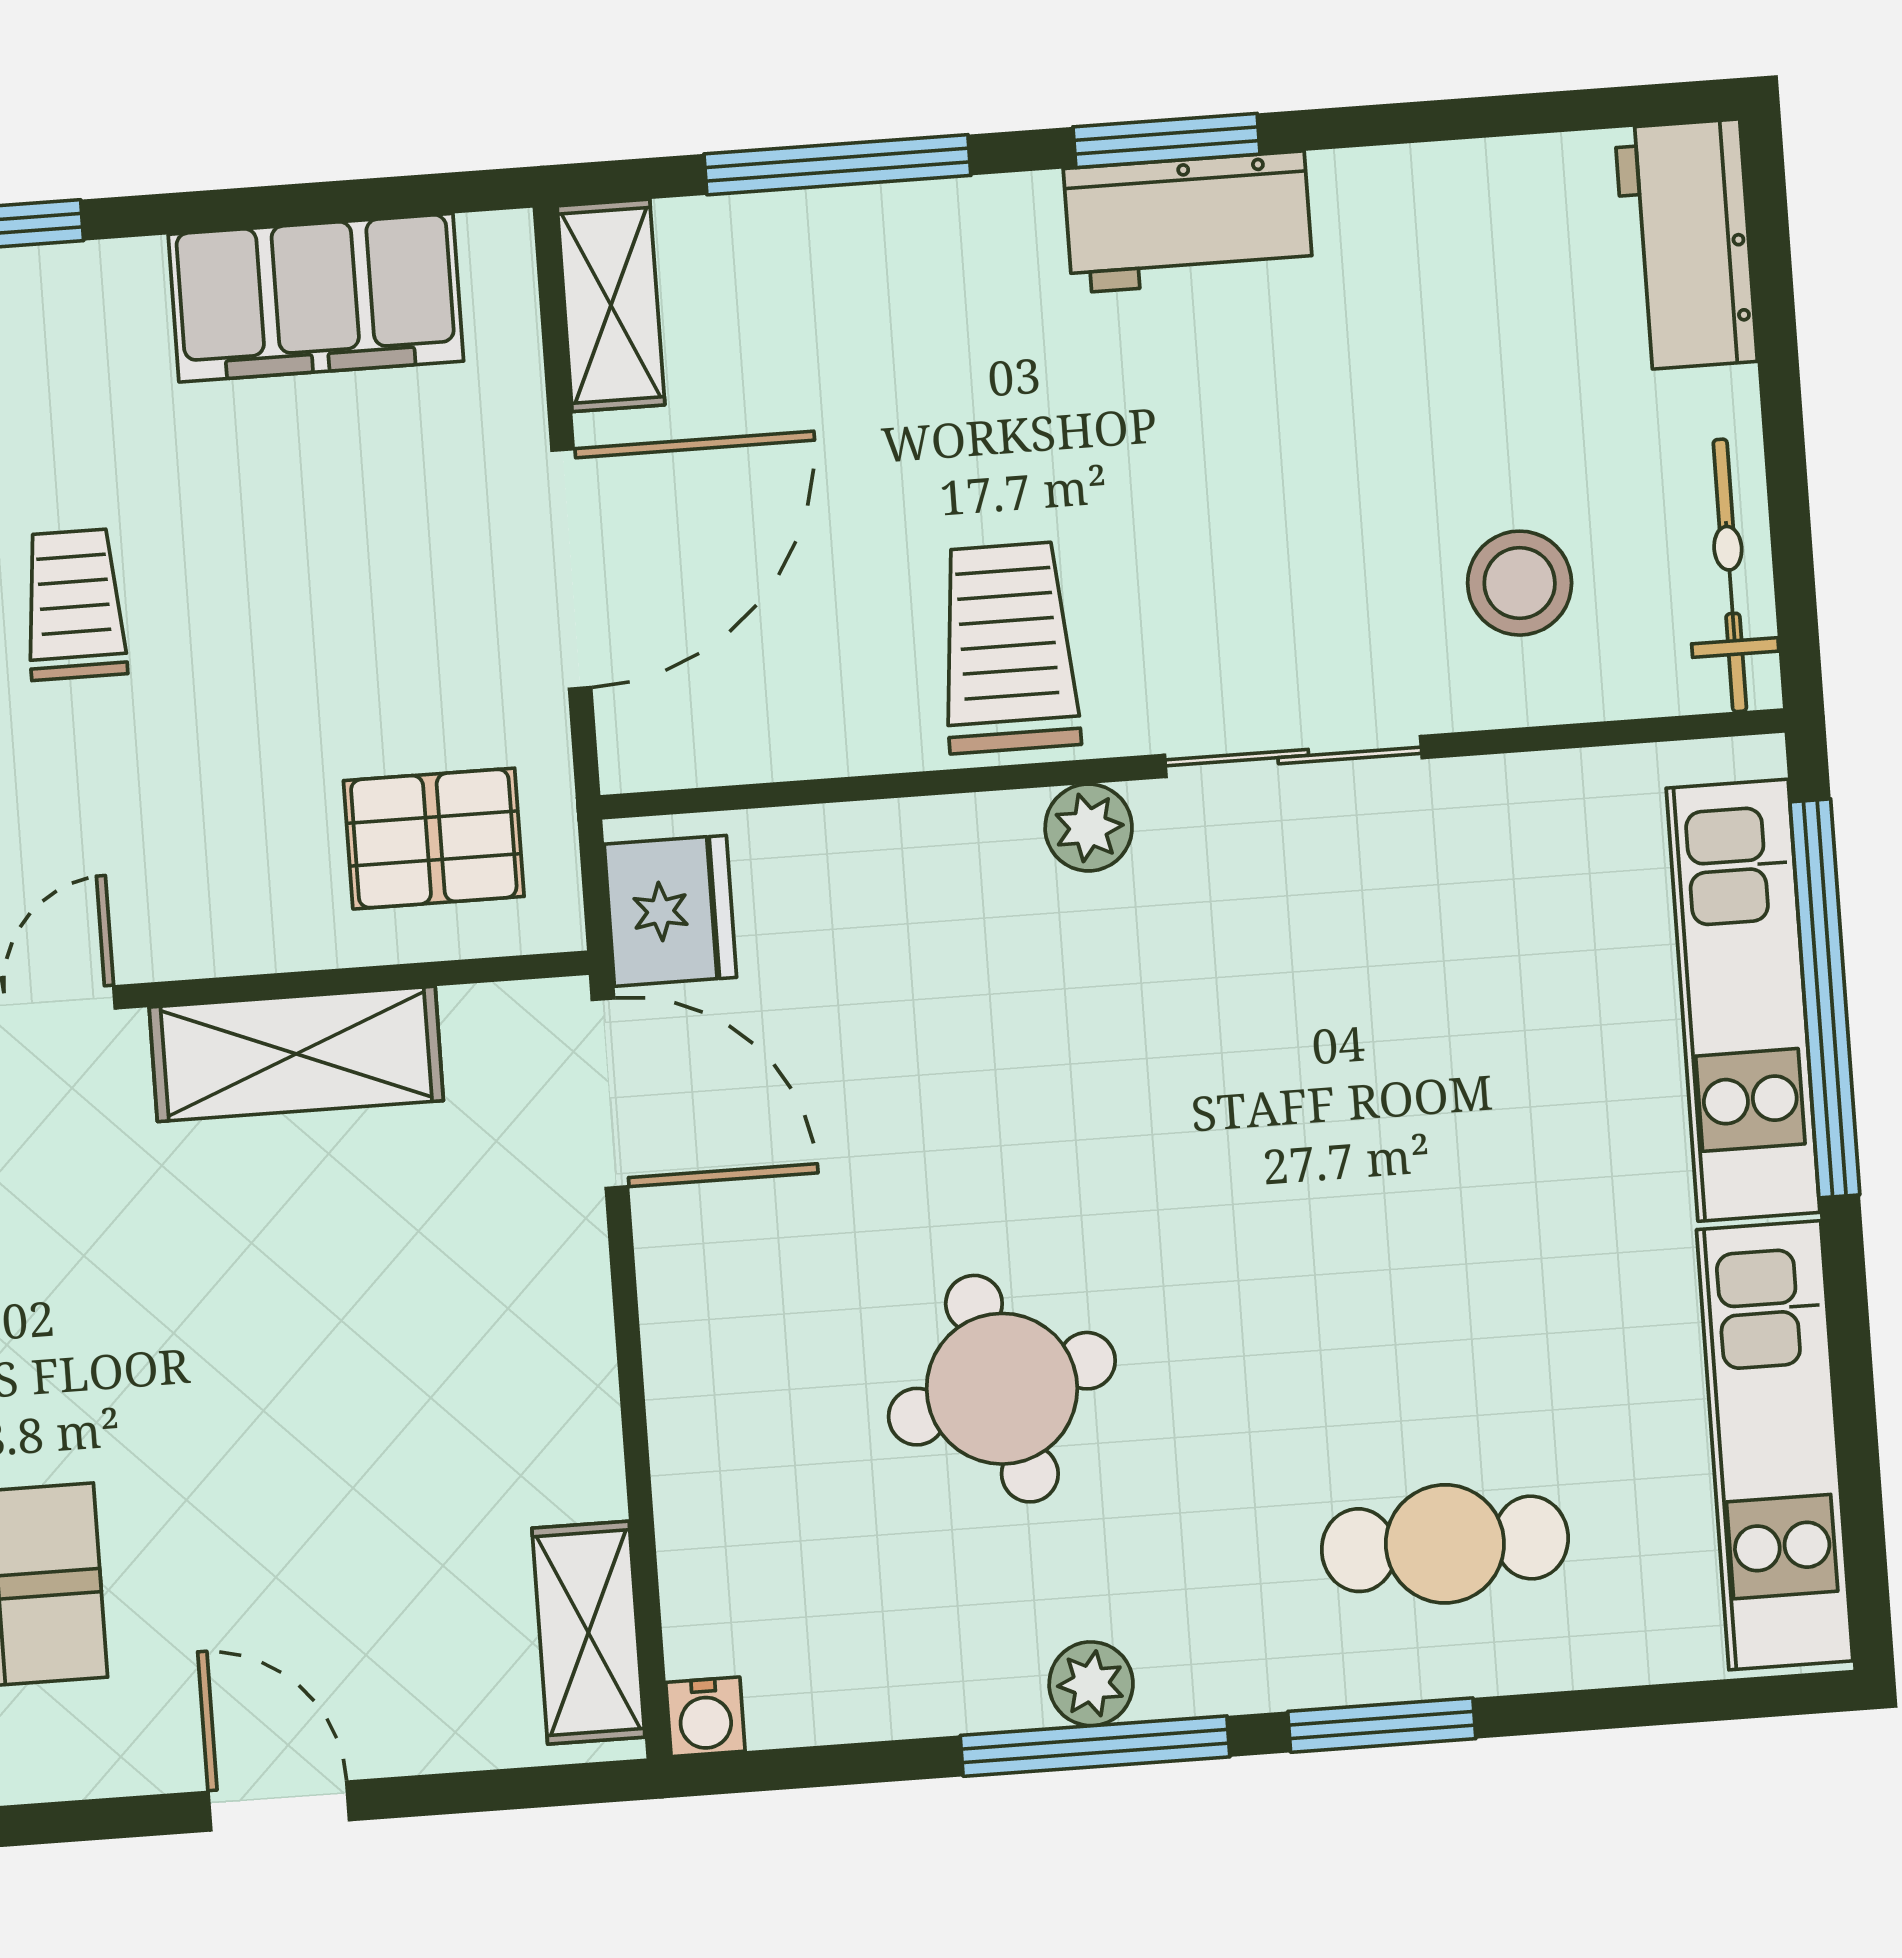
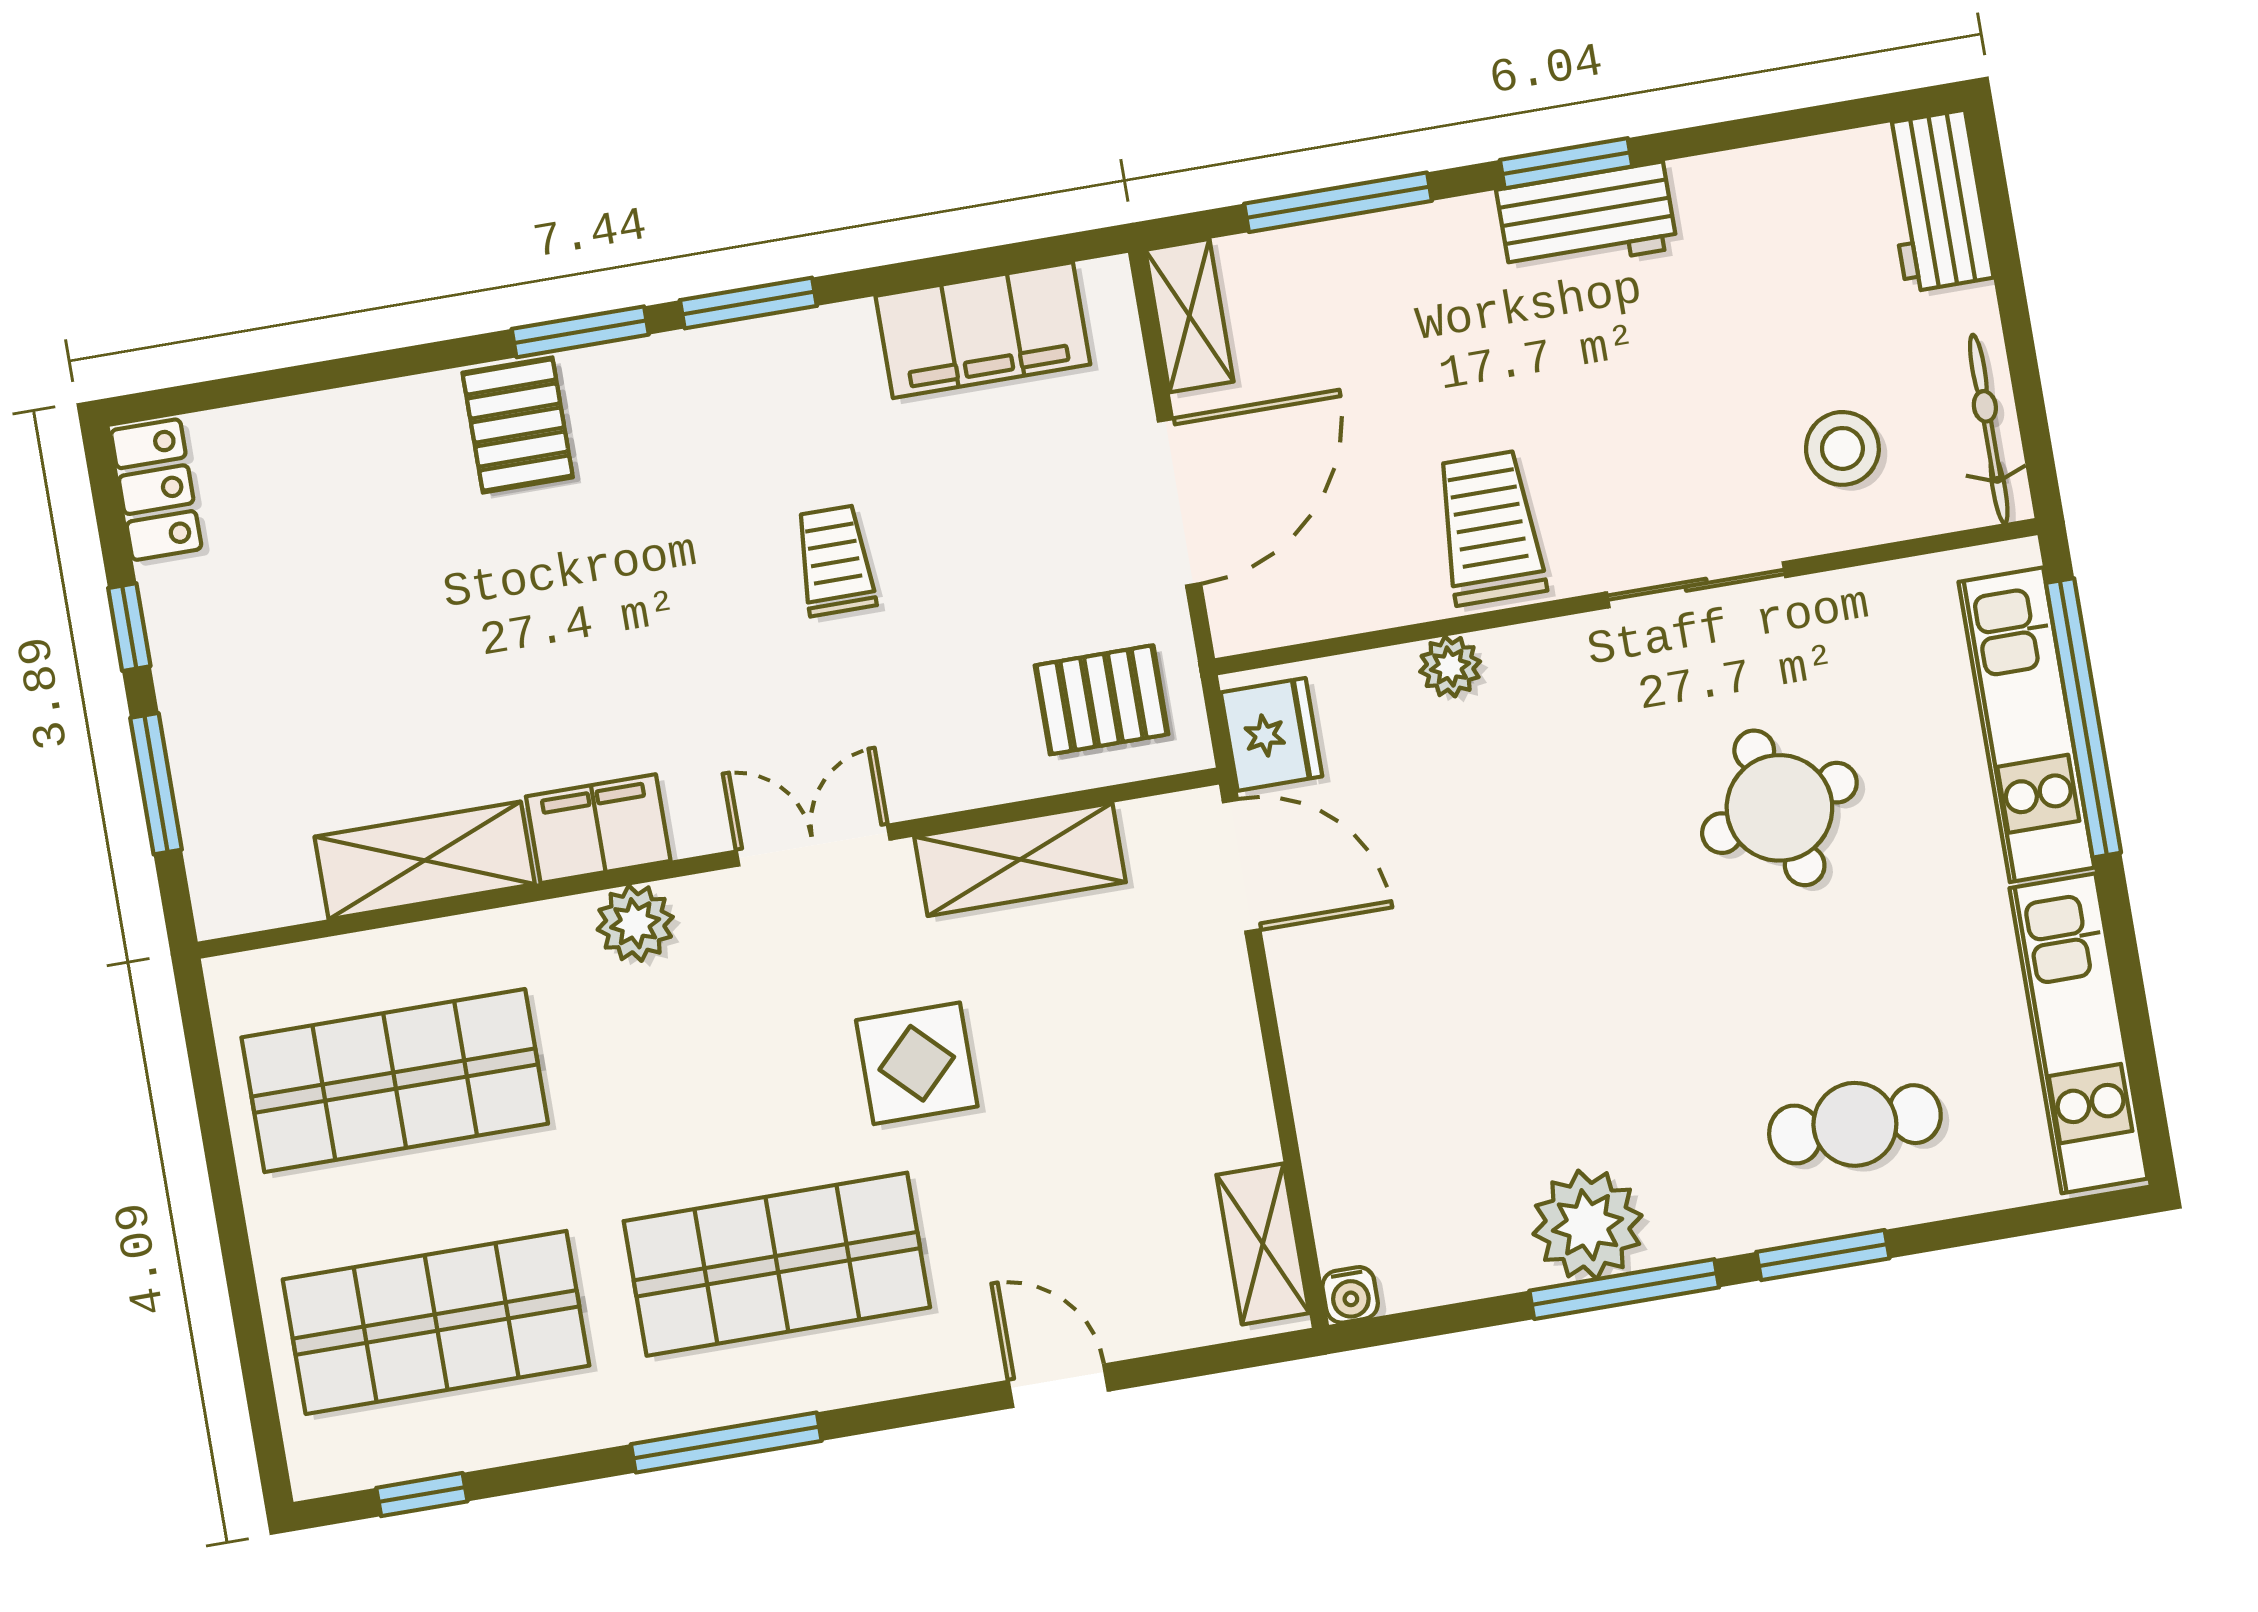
plant: (1089, 827) -> (1450, 667), moved
display table: (122, 1329) -> (917, 1063), added
round table: (1002, 1389) -> (1779, 808), moved
plant: (1091, 1684) -> (1588, 1225), width x1.87, depth x1.87

